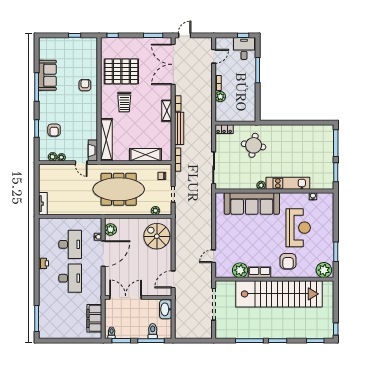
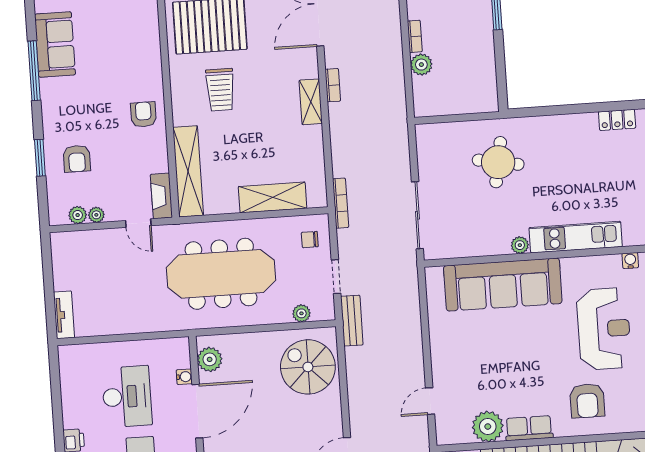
armchair: (85, 85) -> (143, 114), moved
bench: (179, 128) -> (352, 321), moved, width x0.73
locker: (224, 129) -> (617, 120), moved

